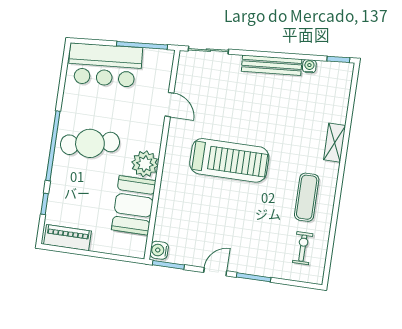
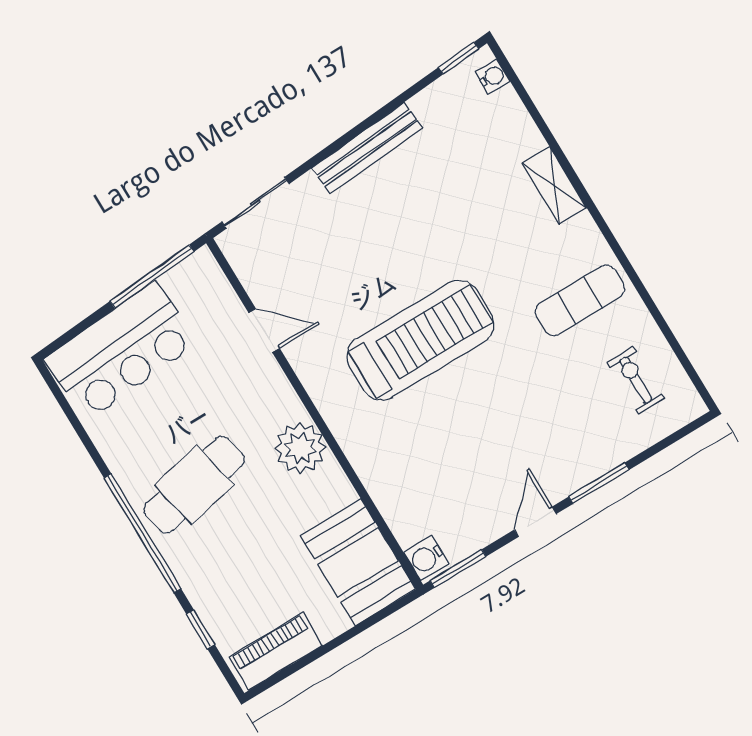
water cooler: (309, 66) -> (493, 77), moved, turned 94
exercise mat: (307, 197) -> (580, 300), turned 90
booth: (134, 205) -> (358, 562), moved

